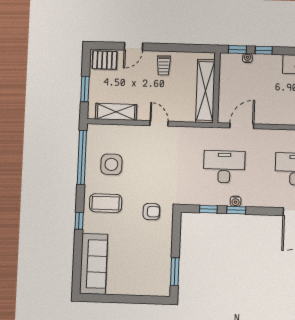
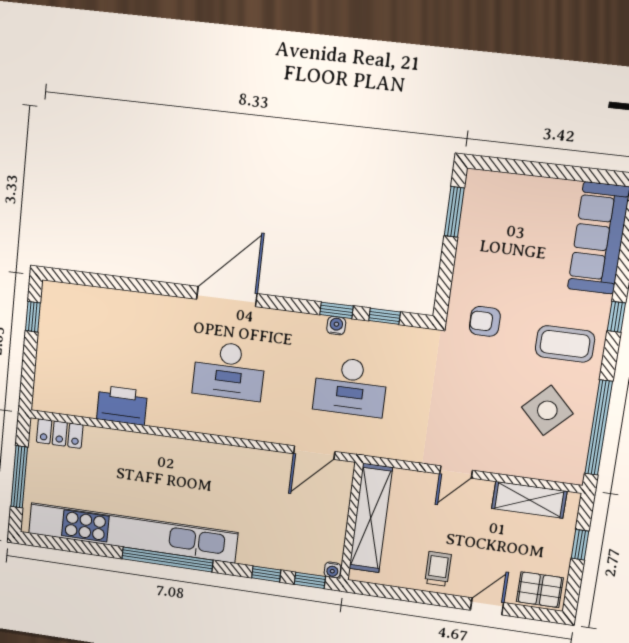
water cooler: (247, 58) -> (332, 570), moved
window: (85, 89) -> (580, 545), width x0.67
door: (159, 123) -> (456, 472), hinge flipped
side table: (111, 164) -> (547, 410), turned 45

